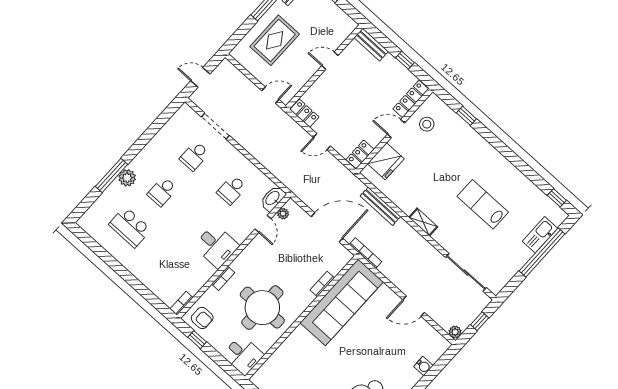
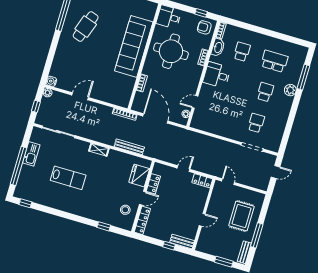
window: (405, 60) -> (169, 246), moved
door: (270, 95) -> (228, 182), swing flipped
locker: (360, 154) -> (153, 184), moved
window: (111, 175) -> (303, 77), moved
school desk: (232, 190) -> (242, 52), moved
washbasin: (273, 198) -> (218, 47), moved
door: (263, 224) -> (195, 102), hinge flipped
door: (327, 227) -> (155, 118), swing flipped
kitchen sink: (540, 235) -> (31, 154), moved
sofa: (342, 302) -> (134, 46), moved
water cooler: (423, 366) -> (51, 81), moved

